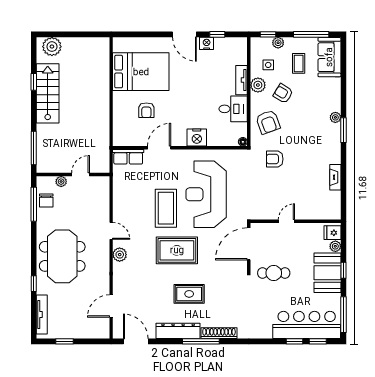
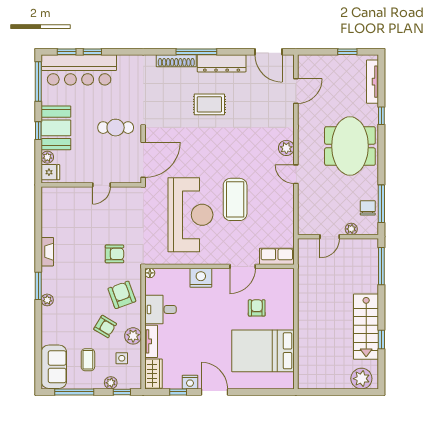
wardrobe: (239, 51) -> (154, 374), added
fireplace: (335, 177) -> (47, 252), moved
rug: (177, 250) -> (223, 153), removed

